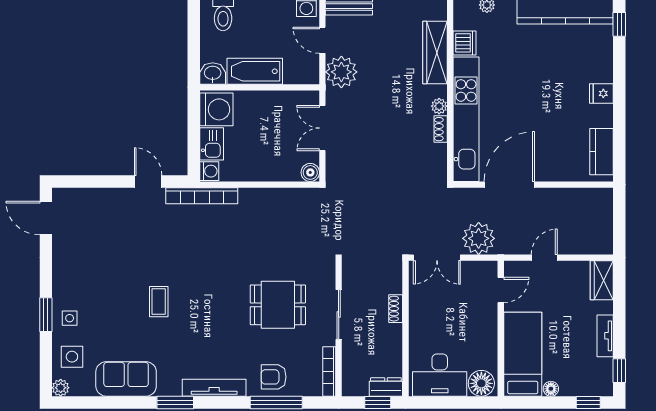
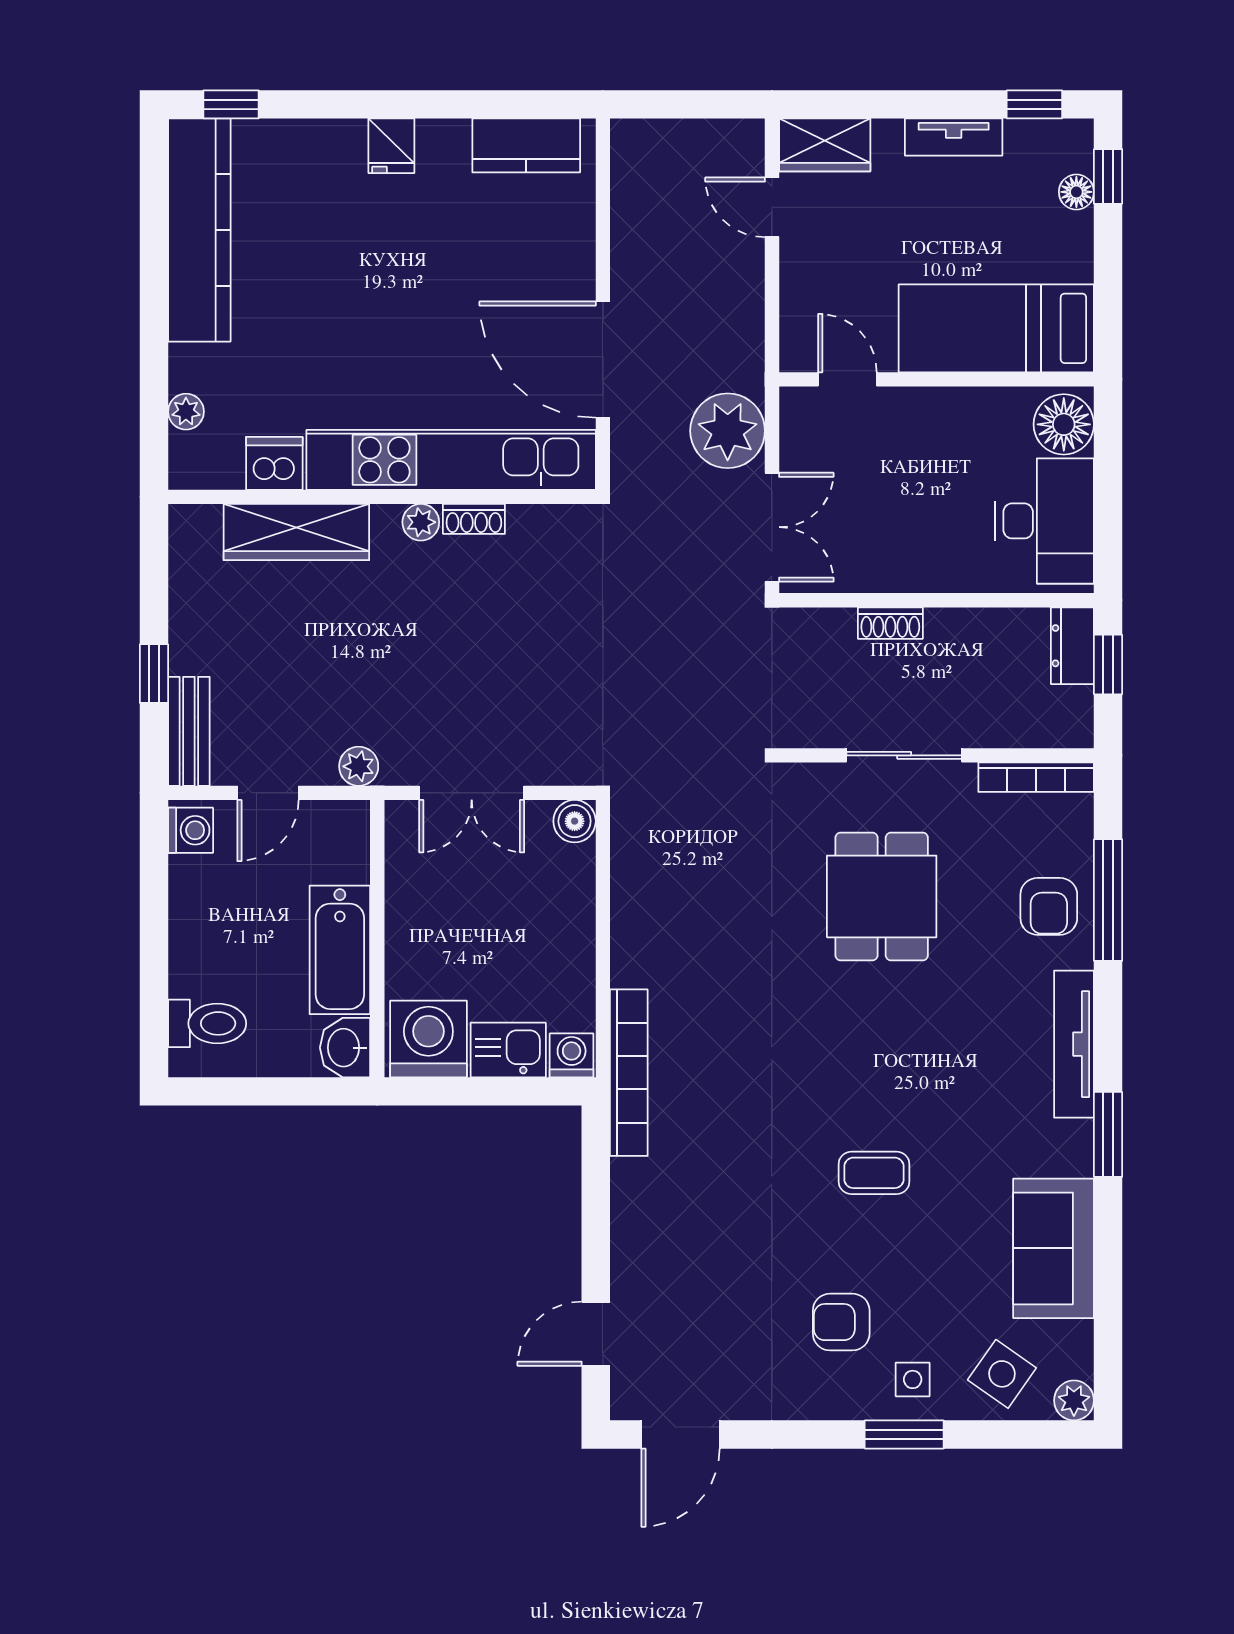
plant: (341, 72) -> (359, 766), width x0.53, depth x0.53
door: (148, 182) -> (596, 1334), moved
door: (544, 258) -> (772, 207), moved
armchair: (94, 287) -> (841, 1322), added
side table: (72, 357) -> (1002, 1374), turned 35
floor lamp: (551, 389) -> (1076, 192), moved

